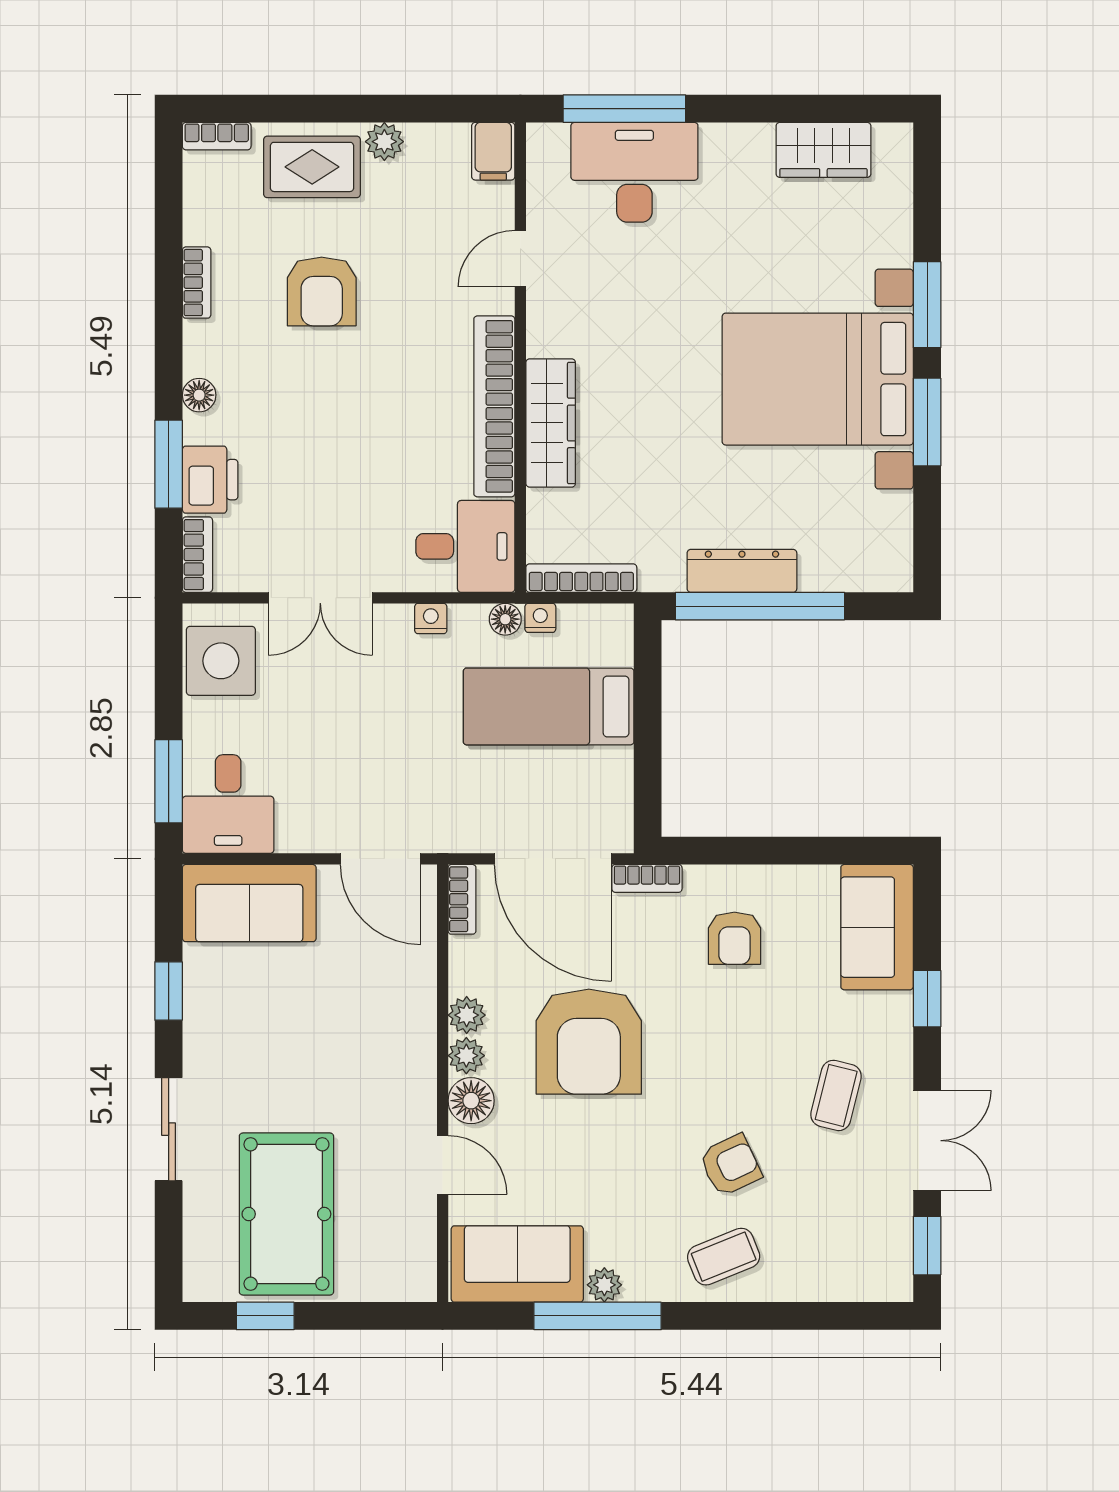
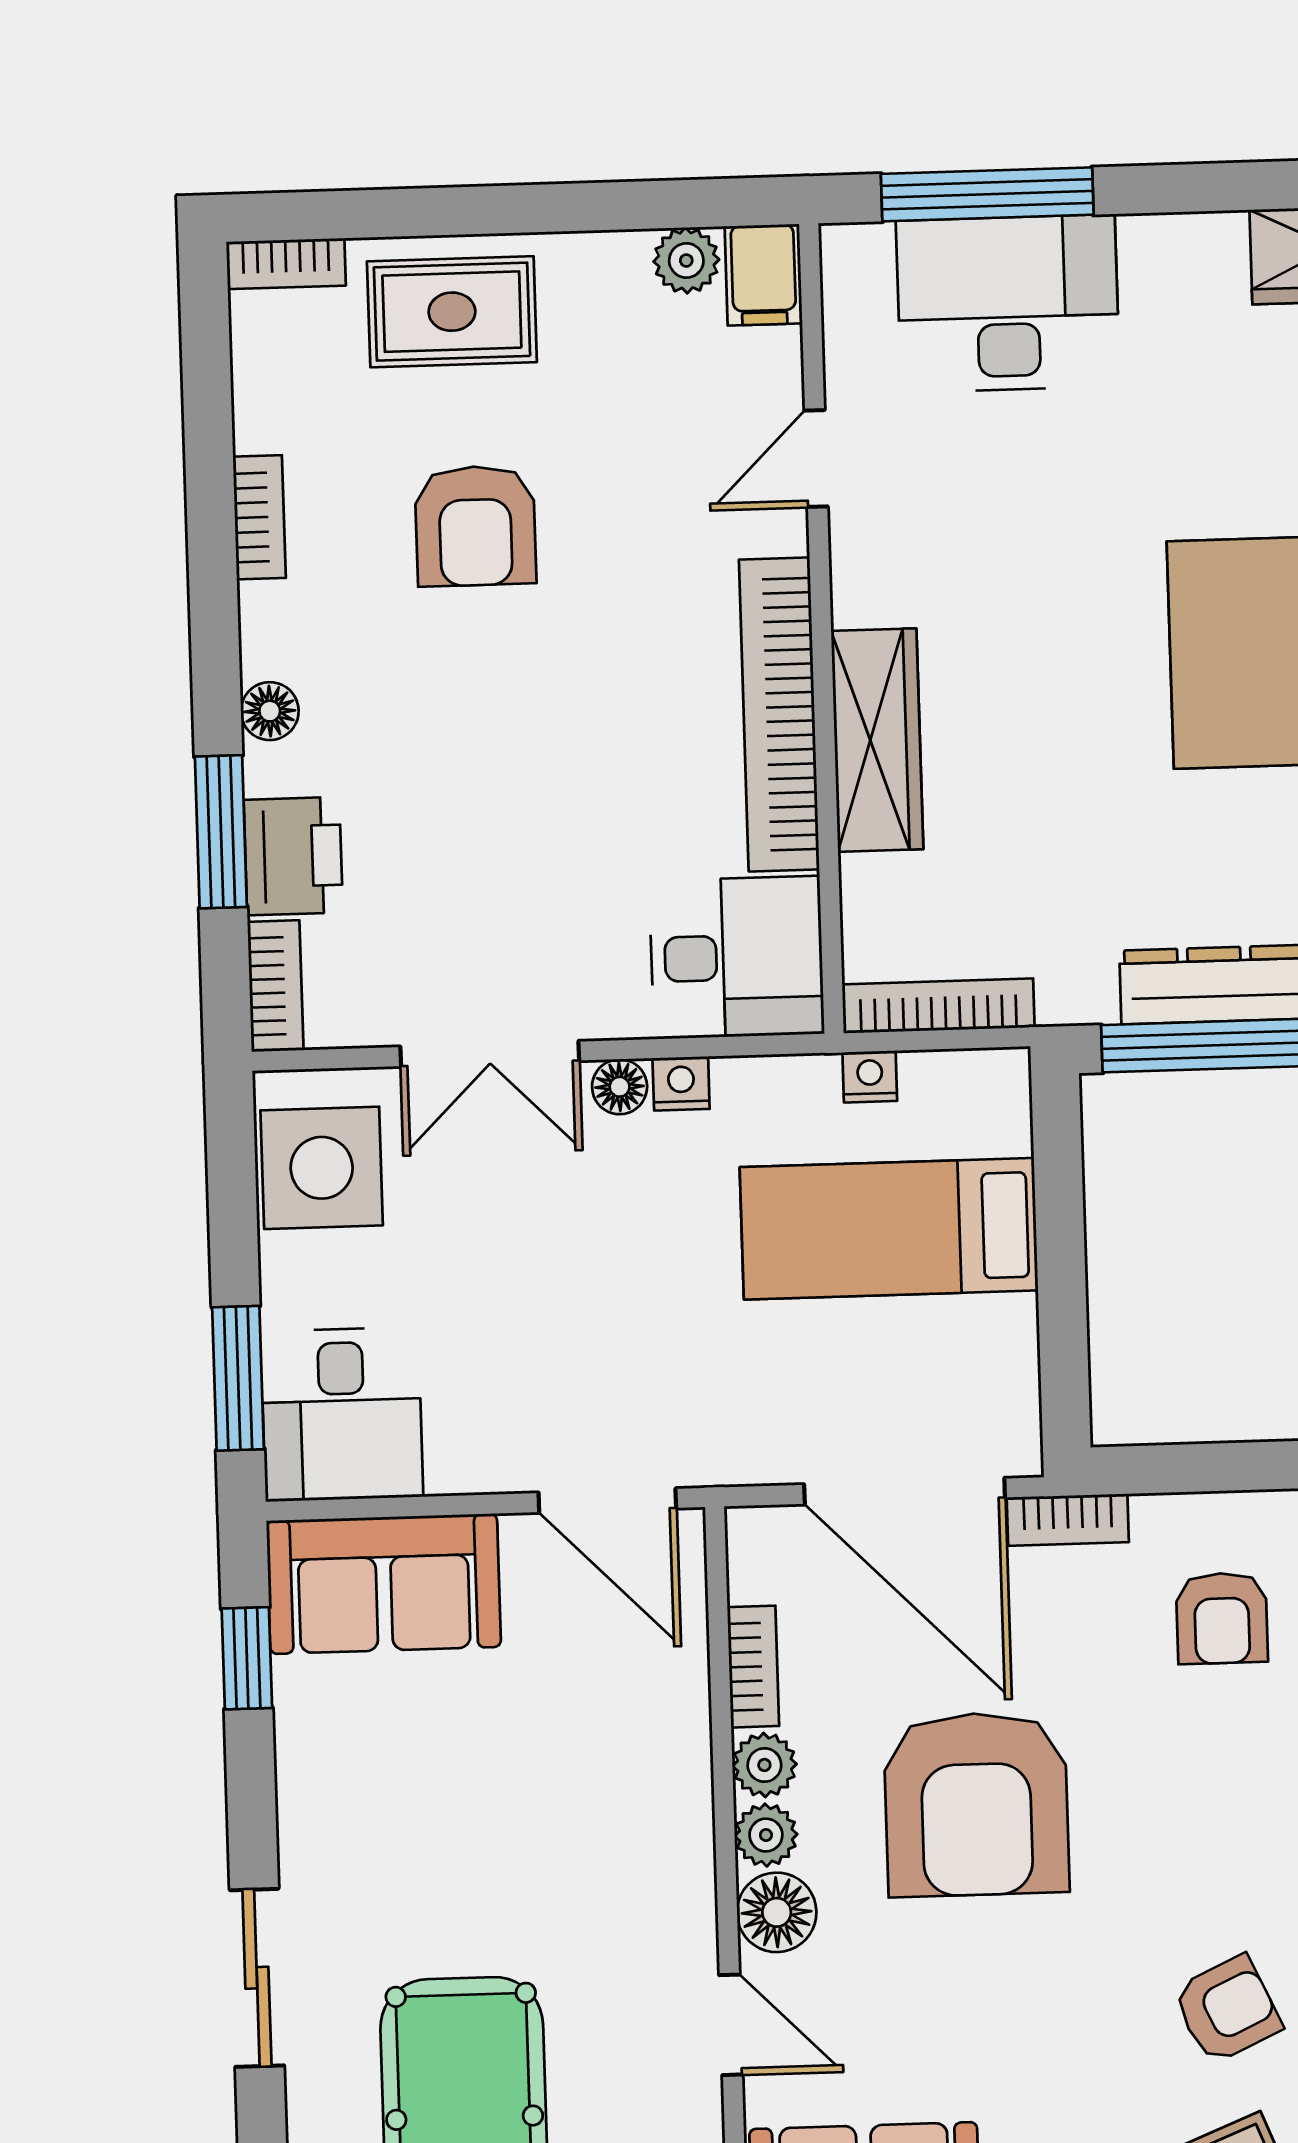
plant: (384, 142) -> (686, 260), moved
floor lamp: (505, 619) -> (620, 1087), moved
bookcase: (462, 899) -> (753, 1667), moved
window: (169, 991) -> (247, 1658), moved

